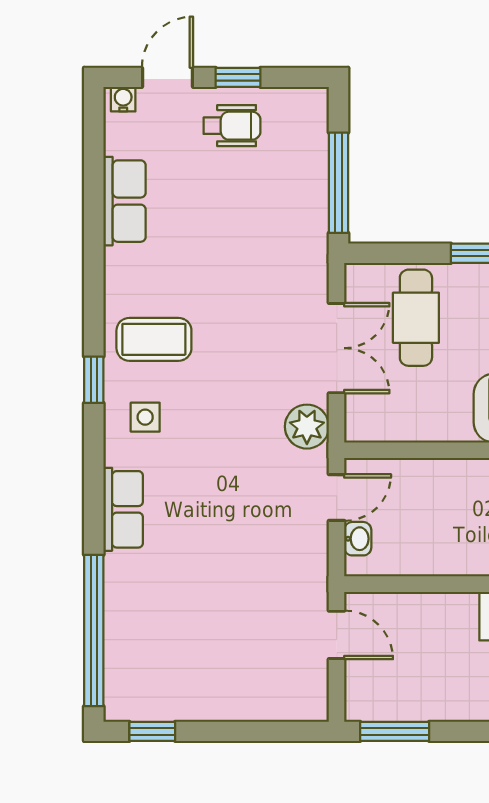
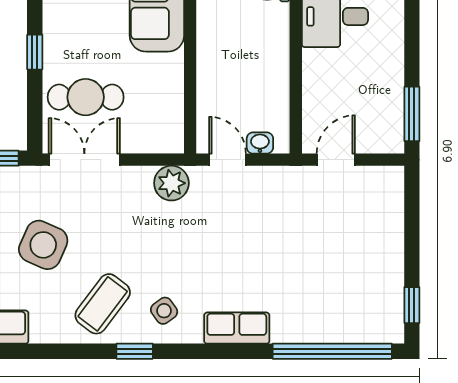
side table: (229, 264) -> (43, 245), added
coffee table: (154, 339) -> (103, 304), turned 37
double door: (337, 348) -> (84, 160), moved
side table: (145, 417) -> (164, 311), turned -36

